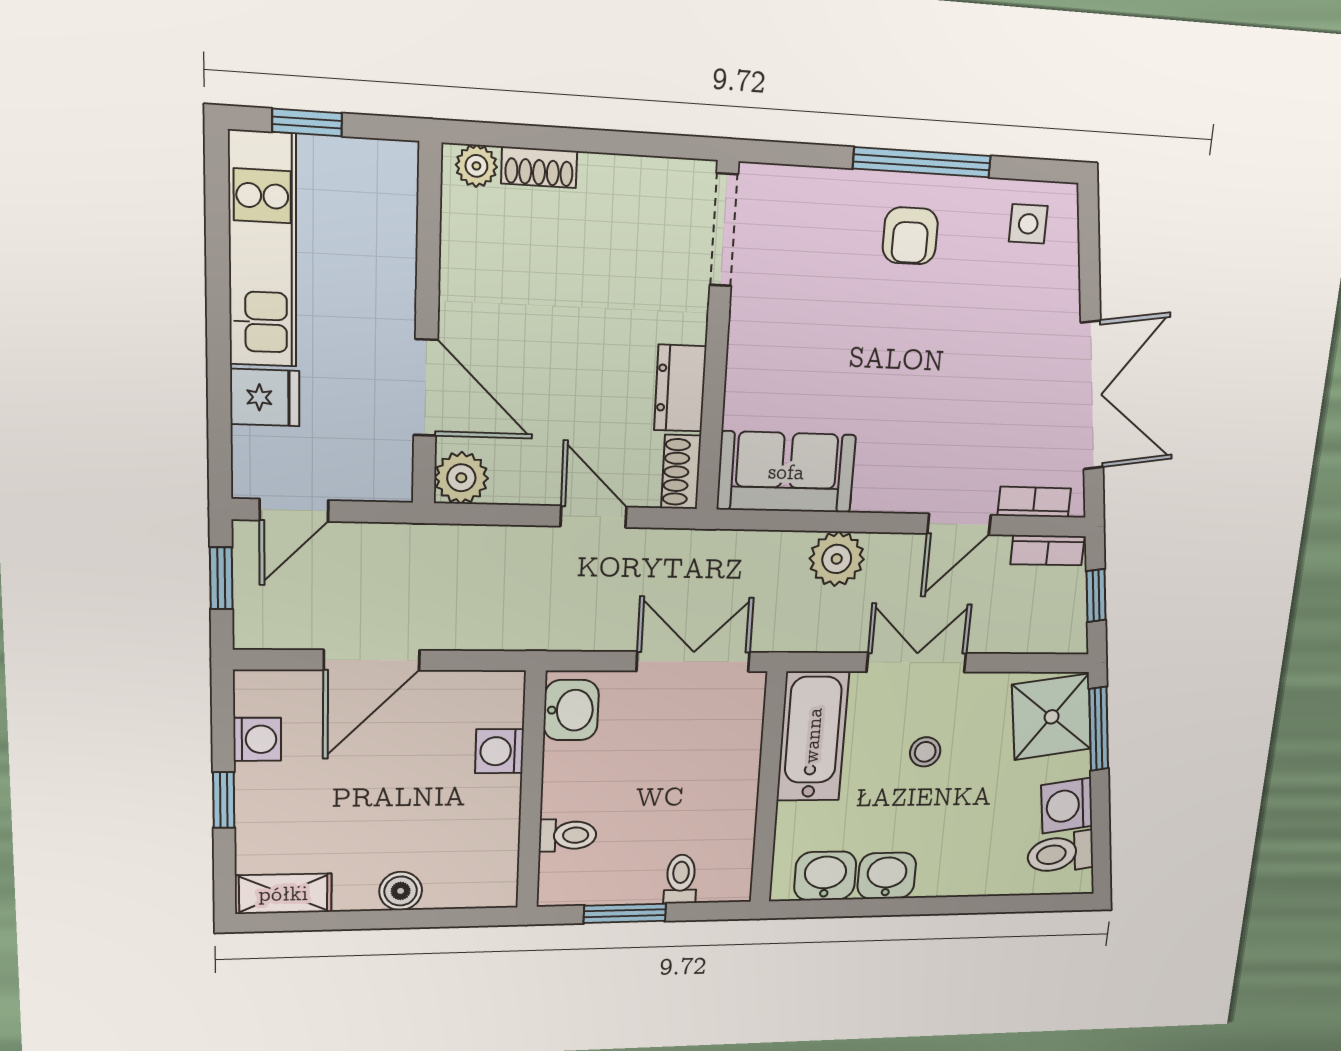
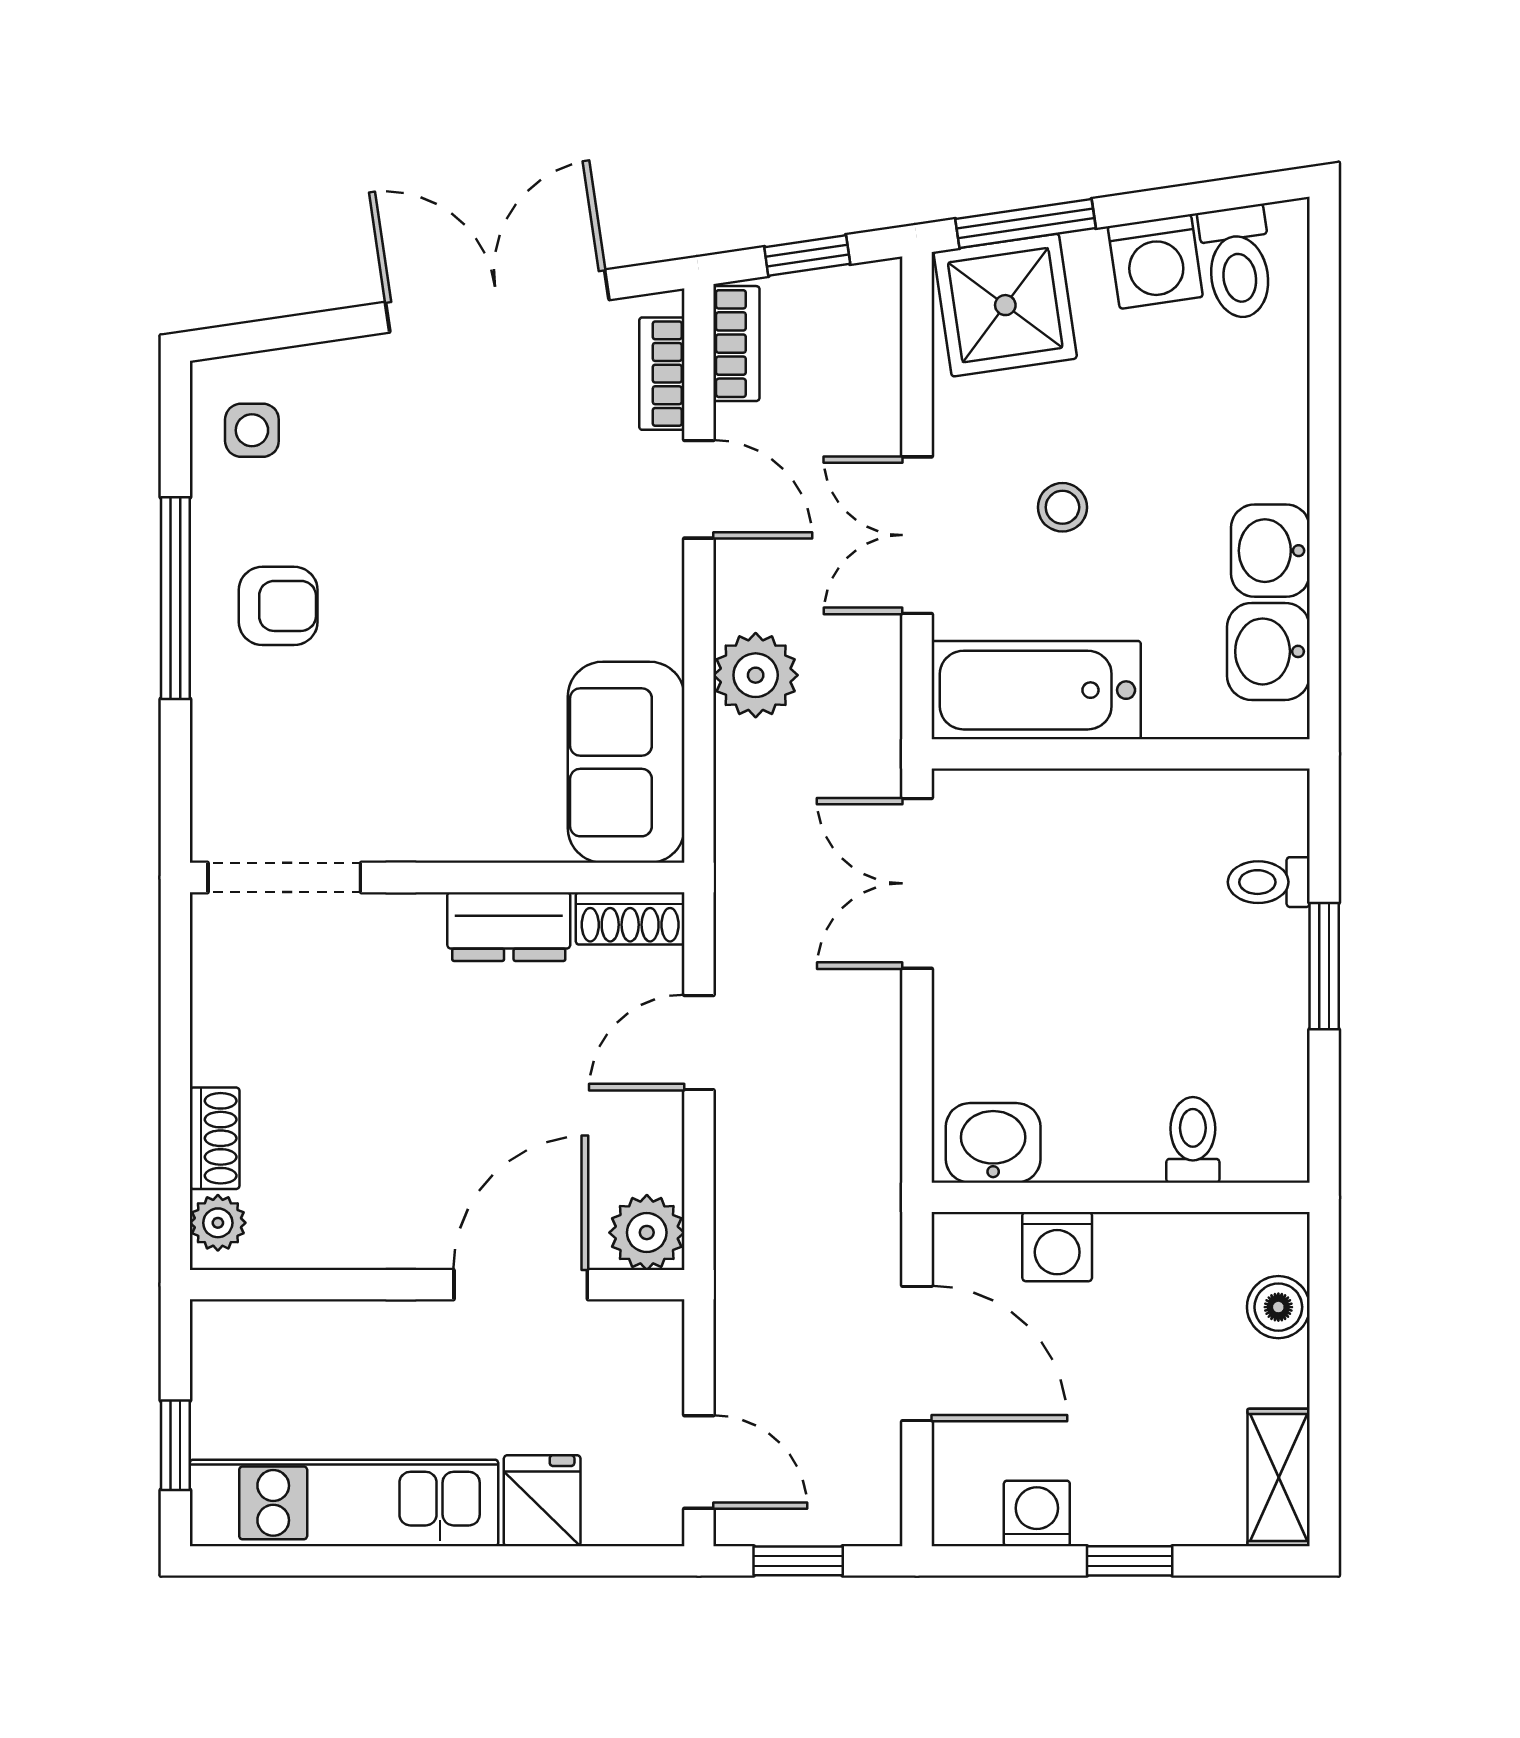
washbasin: (571, 710) -> (993, 1143), moved
washing machine: (499, 751) -> (1057, 1247), moved
wall: (531, 791) -> (1121, 1197), moved
toilet: (568, 835) -> (1193, 1140), moved

